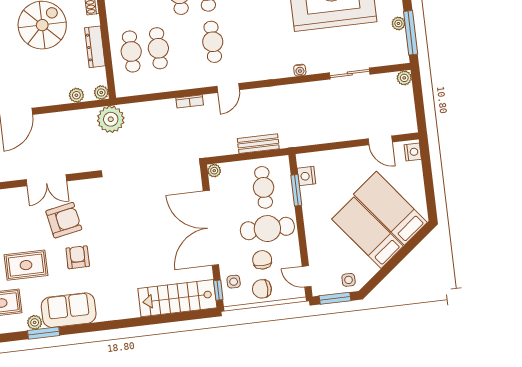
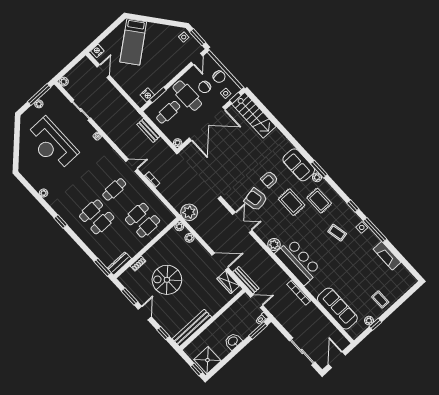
dresser: (95, 47) -> (159, 246), removed
bed: (368, 233) -> (153, 44), removed

